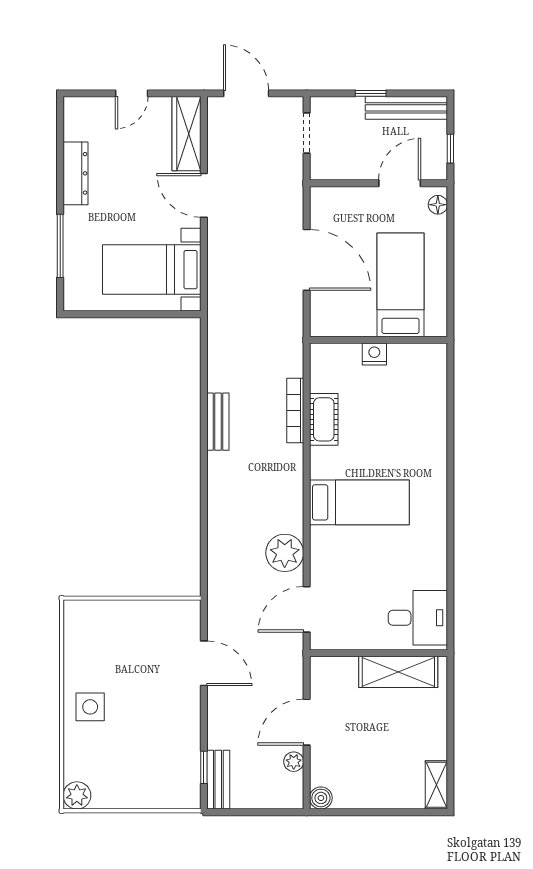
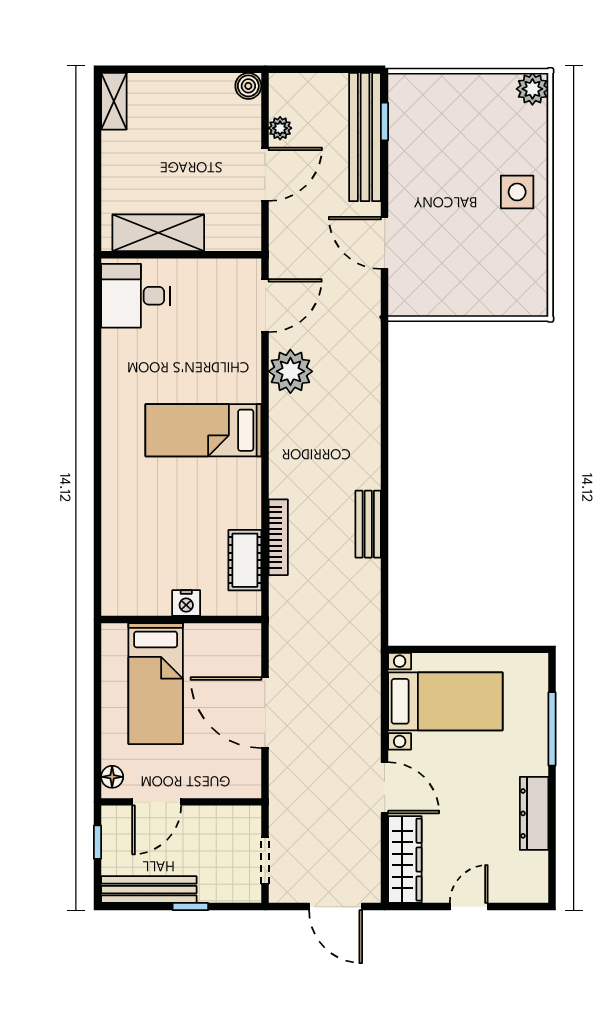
cot: (324, 419) -> (245, 560), moved
bench: (218, 780) -> (365, 137), width x1.86, depth x1.21

